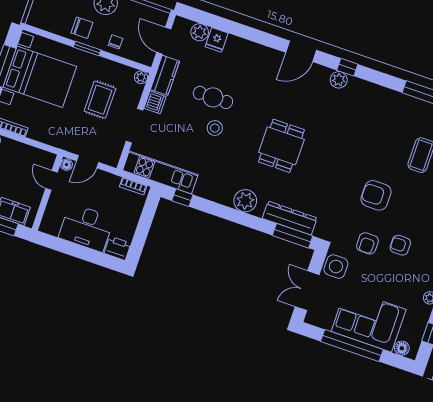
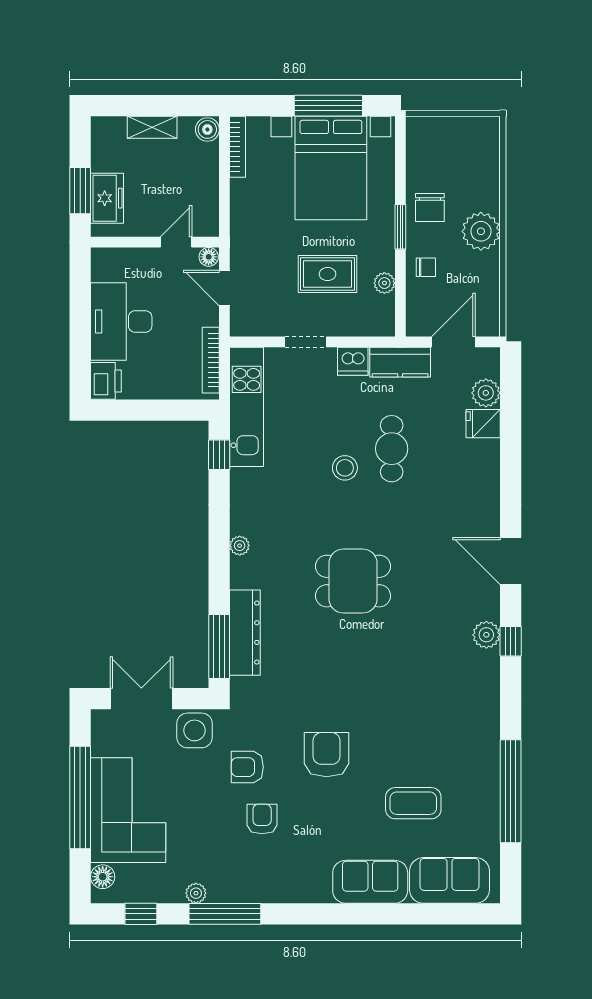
plant: (141, 77) -> (384, 283), moved
doorway: (135, 126) -> (306, 342), width x0.73
bookcase: (133, 186) -> (211, 360), width x1.56
plant: (245, 201) -> (240, 546), width x0.53, depth x0.53

